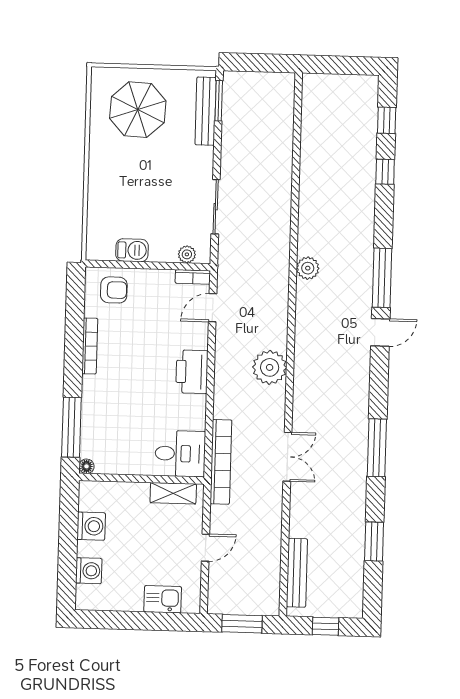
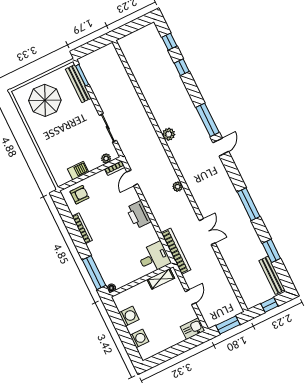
plant: (270, 367) -> (178, 187), width x0.53, depth x0.53
bench: (297, 573) -> (272, 275), moved
kitchen sink: (163, 599) -> (193, 329), moved

